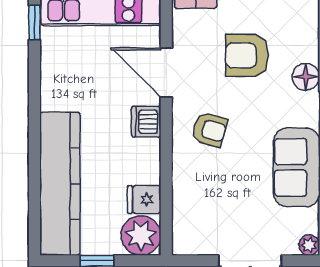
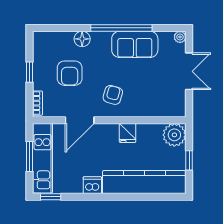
dishwasher: (146, 122) -> (92, 185), moved, turned 180
fridge: (144, 199) -> (128, 133), moved

